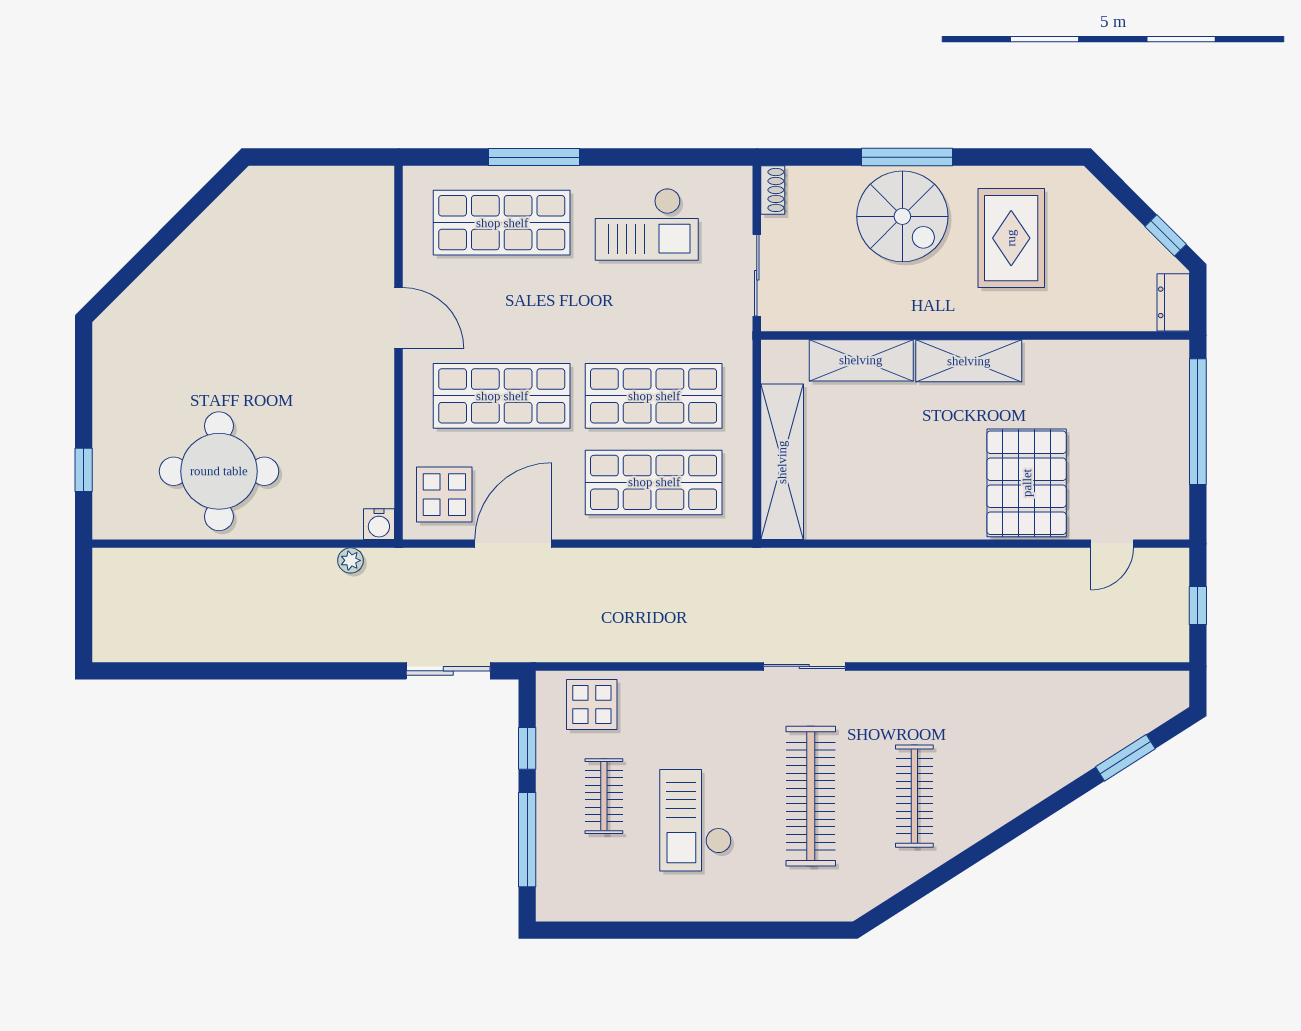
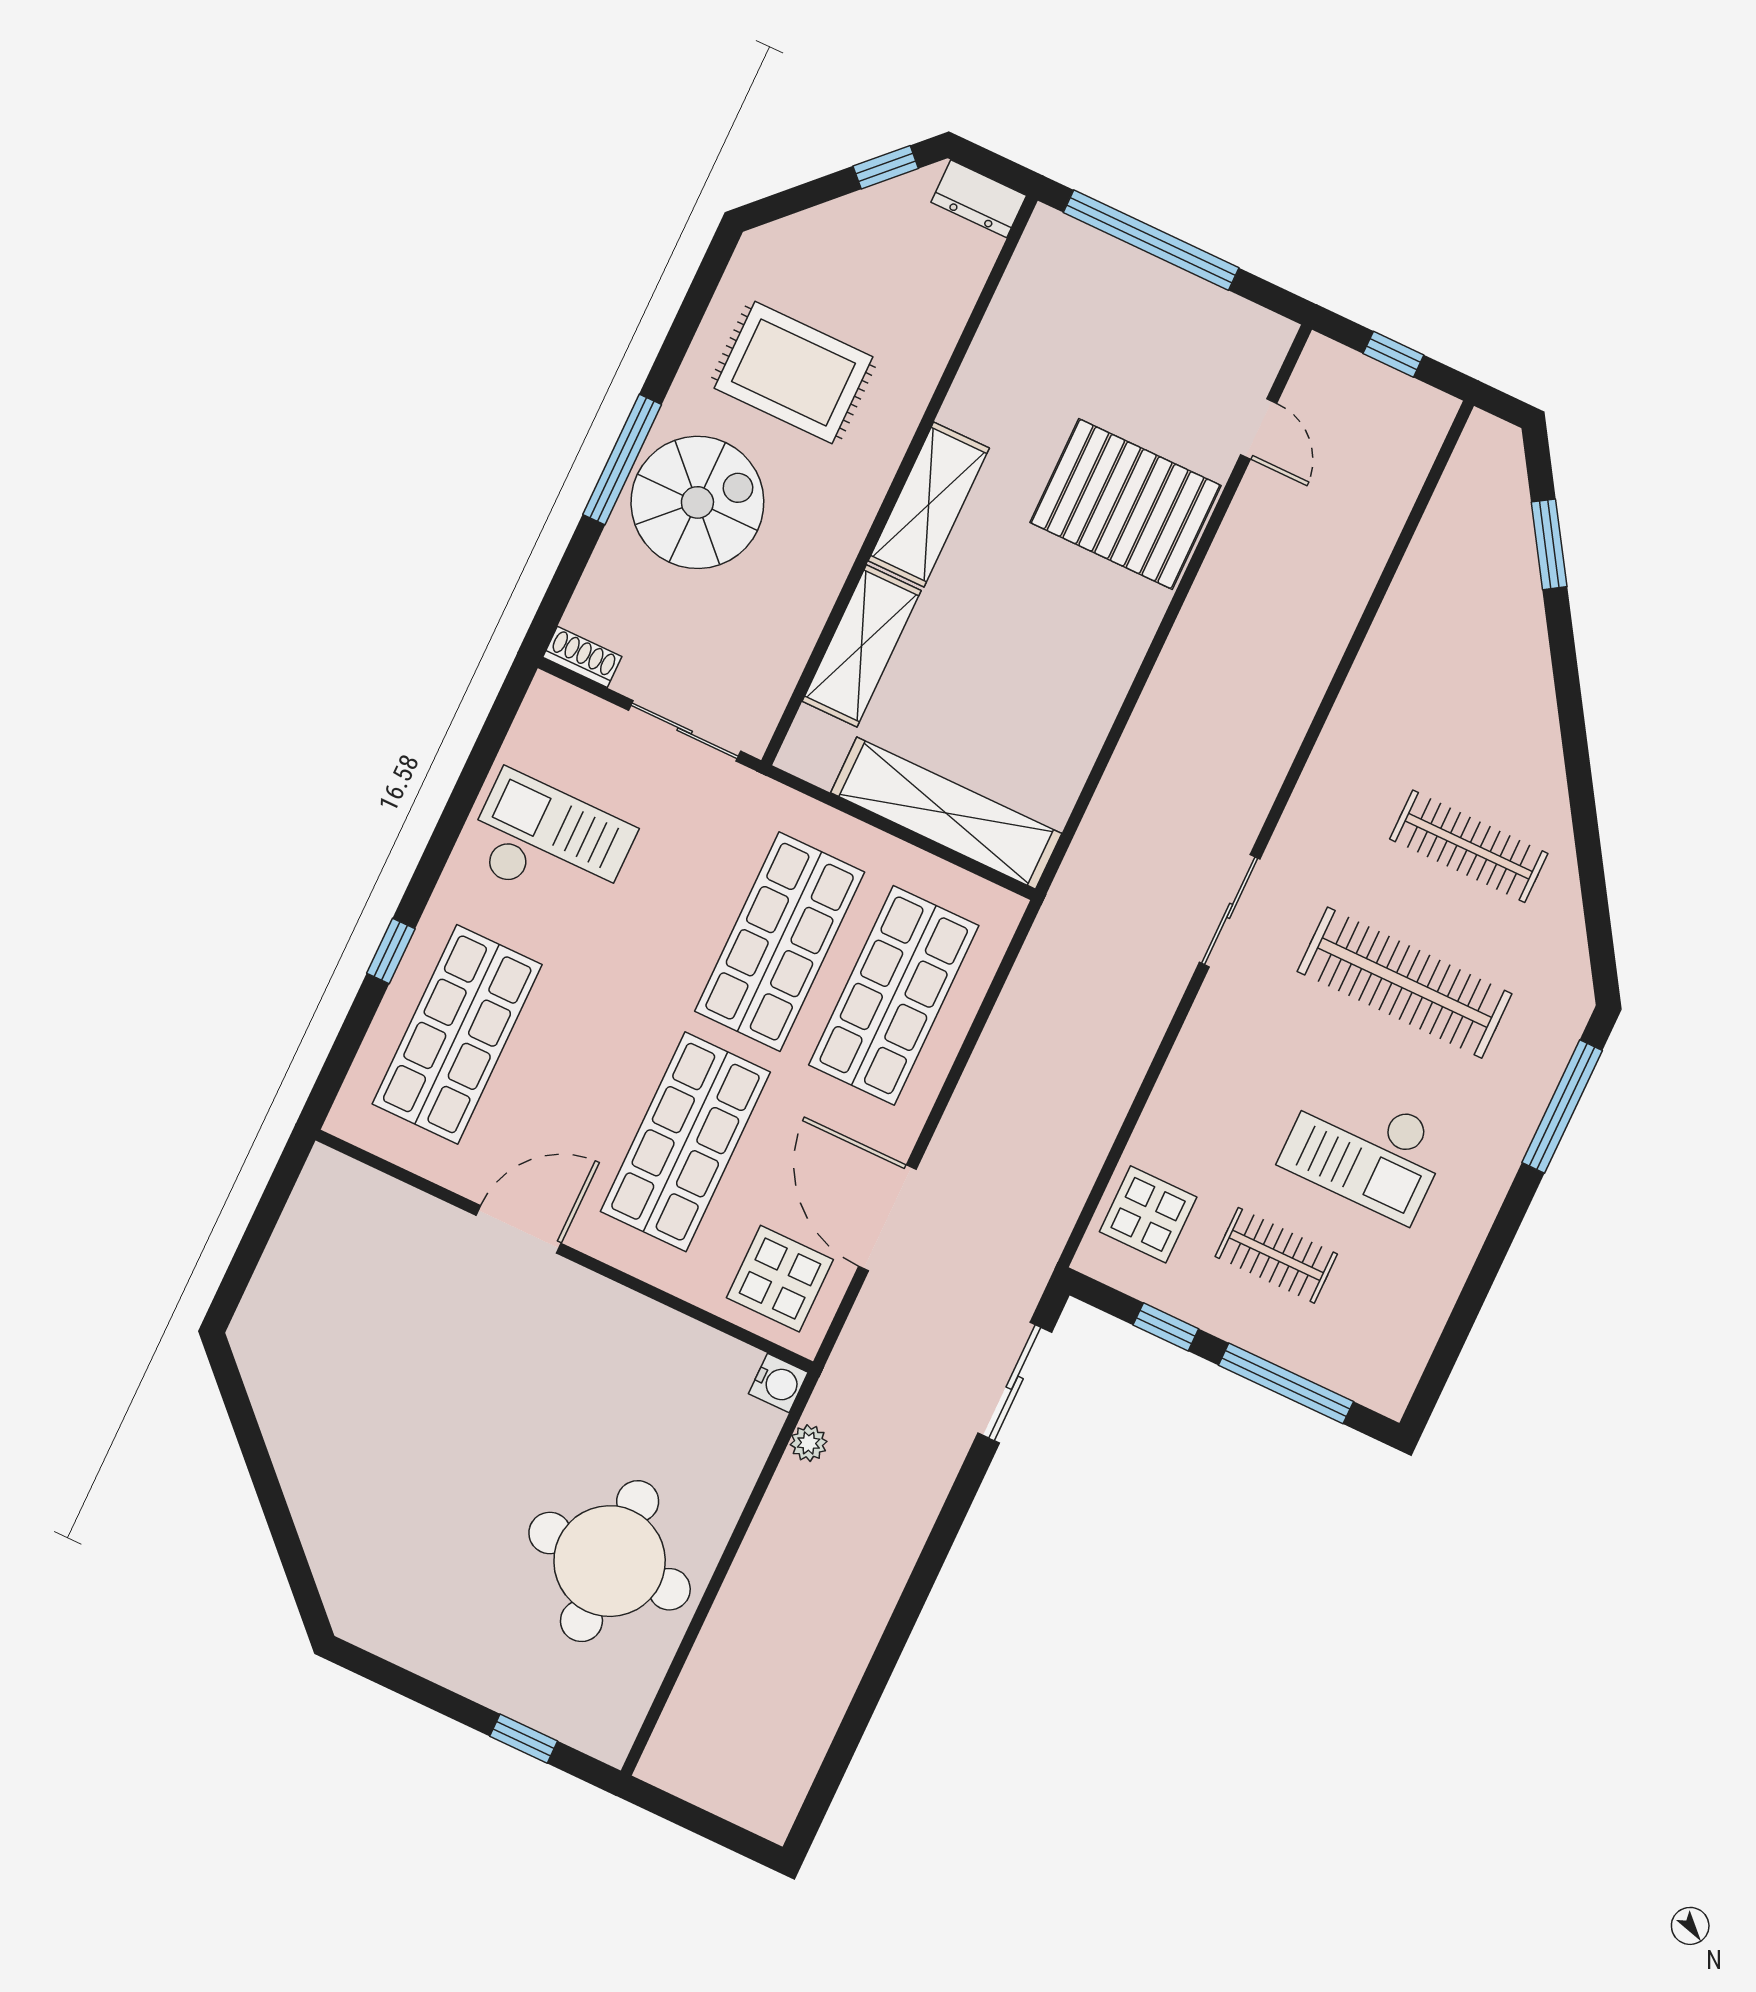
window: (534, 157) -> (391, 951), width x0.46
checkout: (647, 224) -> (549, 844), turned -90
window: (780, 930) -> (1562, 1106), added

